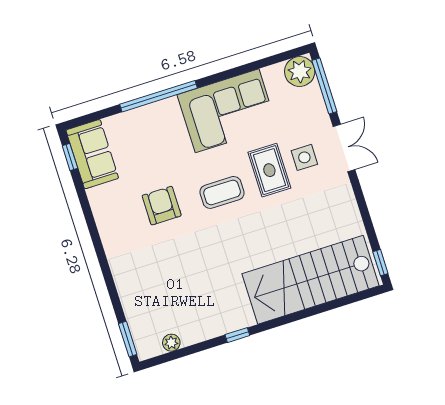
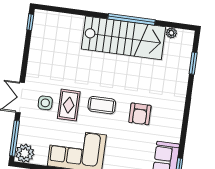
stairs: (310, 280) -> (124, 38), moved
window: (237, 335) -> (132, 19), width x3.17
window: (128, 339) -> (193, 63), moved

